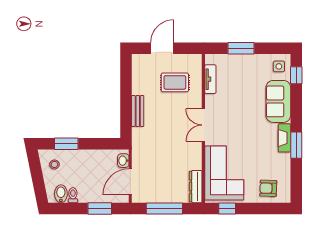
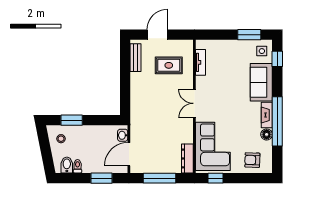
window: (241, 48) -> (249, 35), moved
bench: (138, 111) -> (136, 58), moved
window: (296, 145) -> (277, 121), width x2.11
floor lamp: (284, 160) -> (267, 134), added

